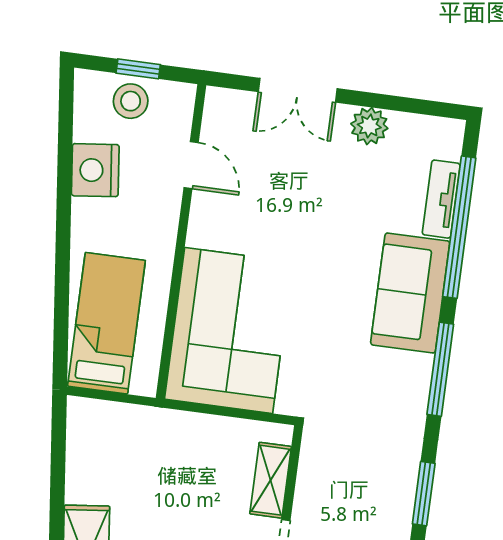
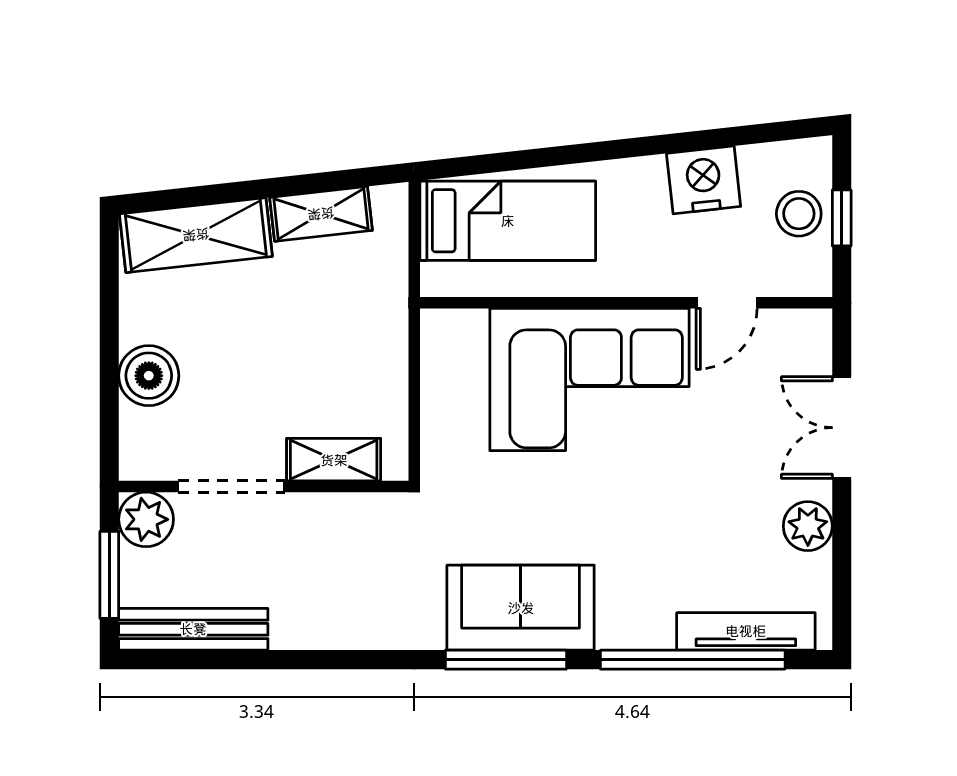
tv unit: (441, 199) -> (746, 631), width x1.41
sofa: (410, 293) -> (521, 608), moved
corner sofa: (229, 330) -> (589, 380), moved
shelving: (82, 465) -> (321, 214), added
window: (424, 494) -> (343, 660), removed

